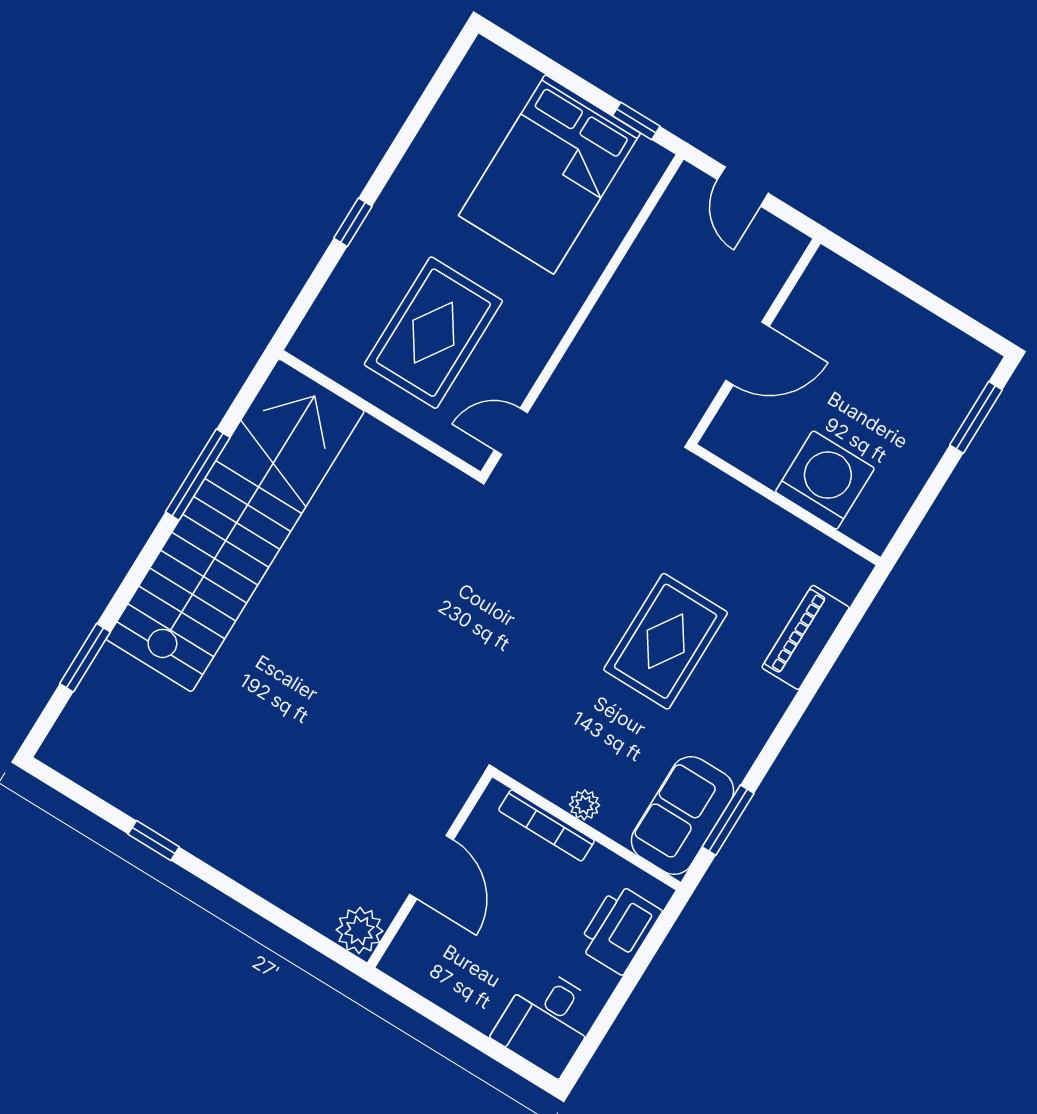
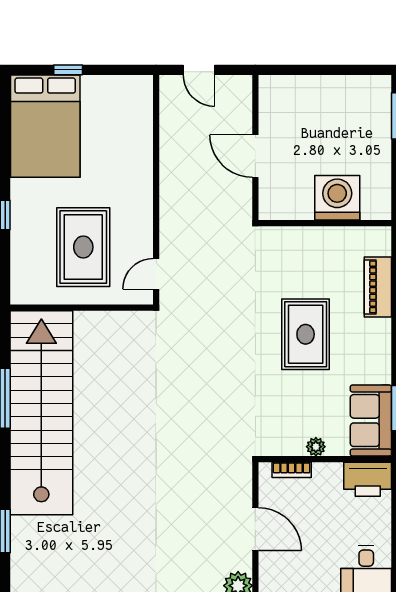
window: (636, 121) -> (68, 70), moved
bed: (550, 174) -> (45, 126), moved
door: (747, 353) -> (255, 156), swing flipped
bookcase: (546, 825) -> (292, 470), width x0.64
printer: (619, 929) -> (368, 479), moved, turned -90

